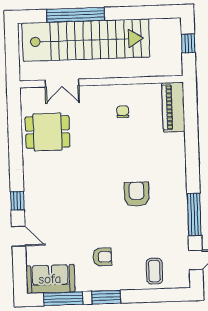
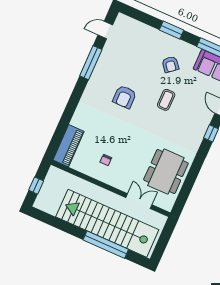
dining table: (48, 132) -> (166, 172), width x1.37
armchair: (102, 257) -> (170, 64), turned -130
coffee table: (154, 271) -> (166, 100), moved
window: (106, 297) -> (171, 30), moved

